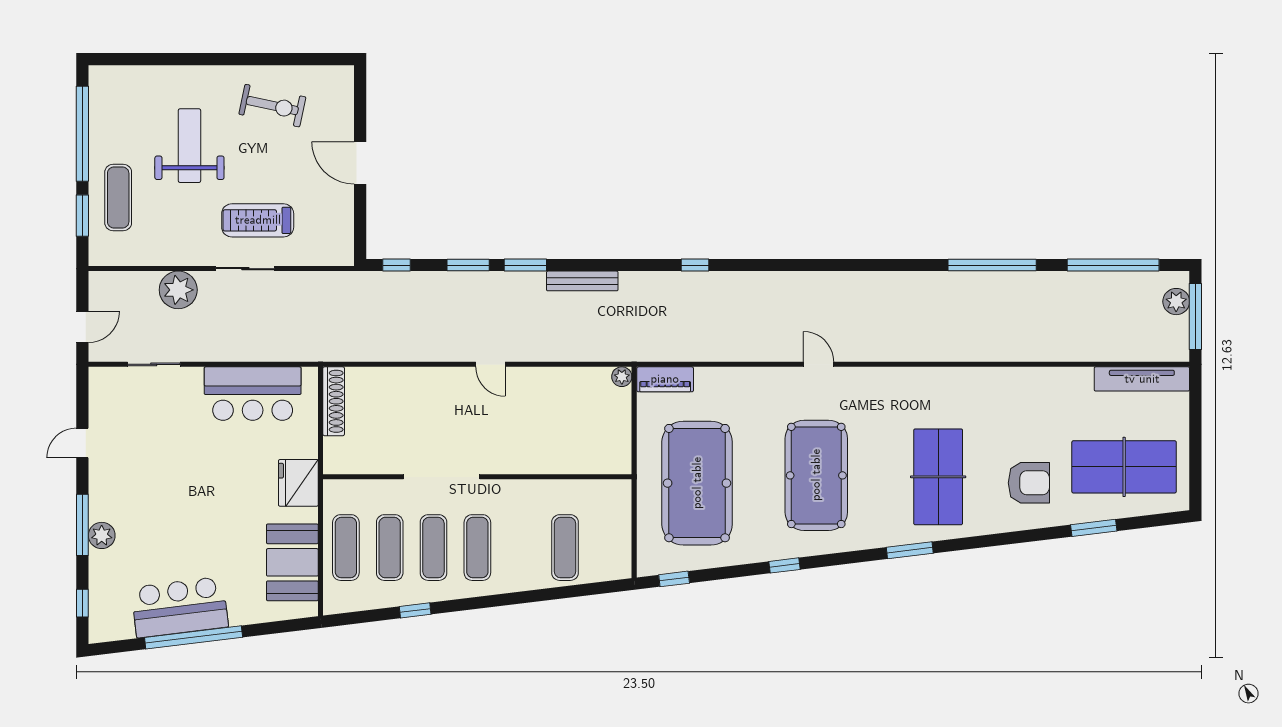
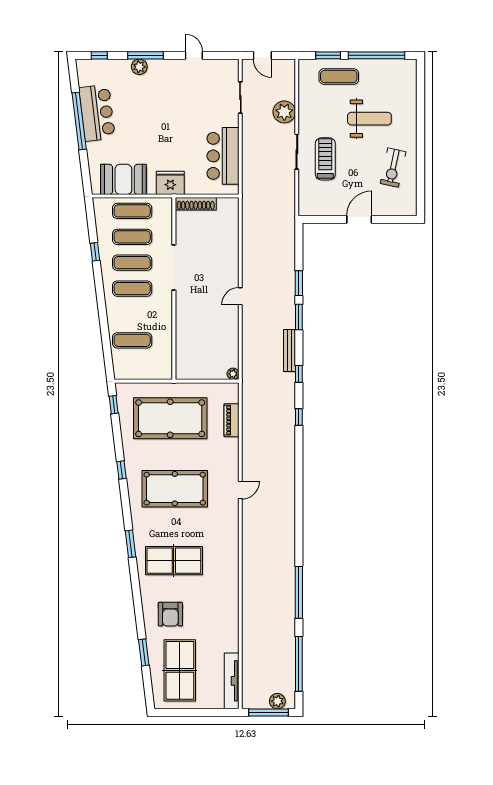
window: (397, 265) -> (299, 374), moved
piano: (665, 379) -> (231, 420), moved
shoe rack: (334, 401) -> (196, 204), moved

